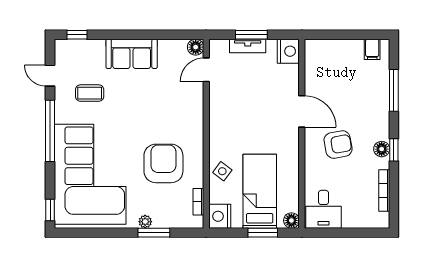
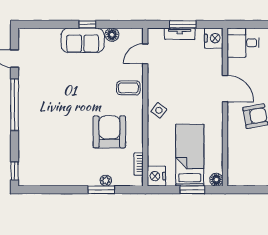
window: (77, 35) -> (88, 24), moved
floor lamp: (196, 47) -> (112, 35), moved
coffee table: (90, 93) -> (128, 88), moved
side table: (222, 171) -> (159, 110), moved
corner sofa: (90, 174) -> (48, 141), removed
desk: (324, 209) -> (243, 43), moved, turned 90
plant: (145, 222) -> (106, 181), moved

